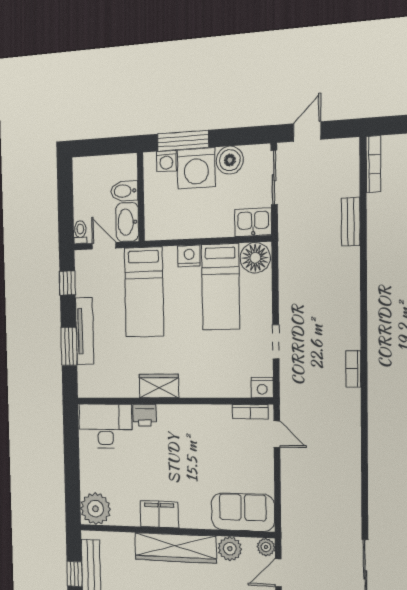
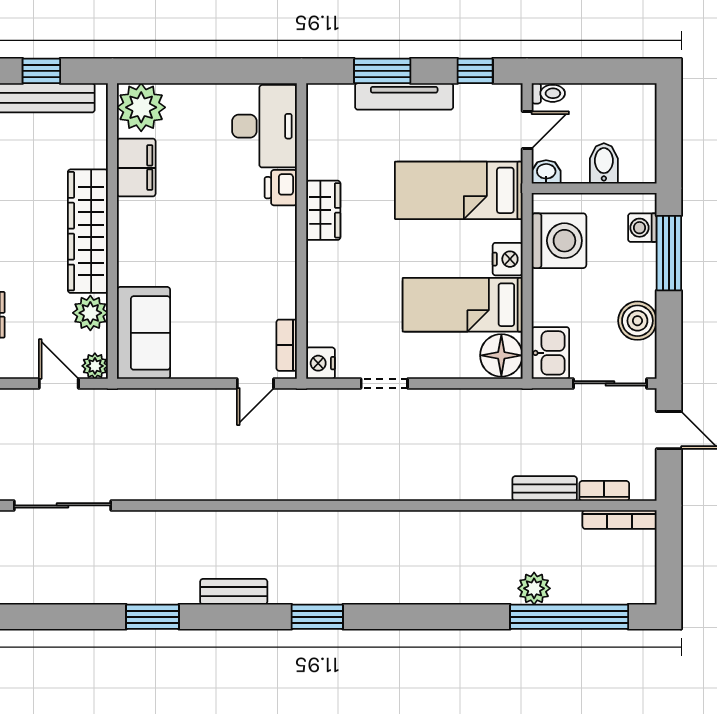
washing machine: (196, 168) -> (559, 241), moved, turned 180
washbasin: (127, 222) -> (546, 172), width x0.52, depth x0.69
bookcase: (353, 369) -> (604, 491), moved
filing cabinet: (159, 514) -> (136, 168), moved

